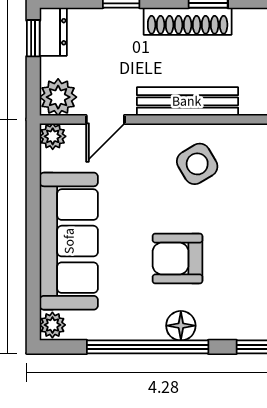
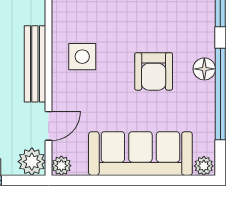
door: (105, 119) -> (49, 126), hinge flipped
side table: (197, 164) -> (82, 57), turned 31

